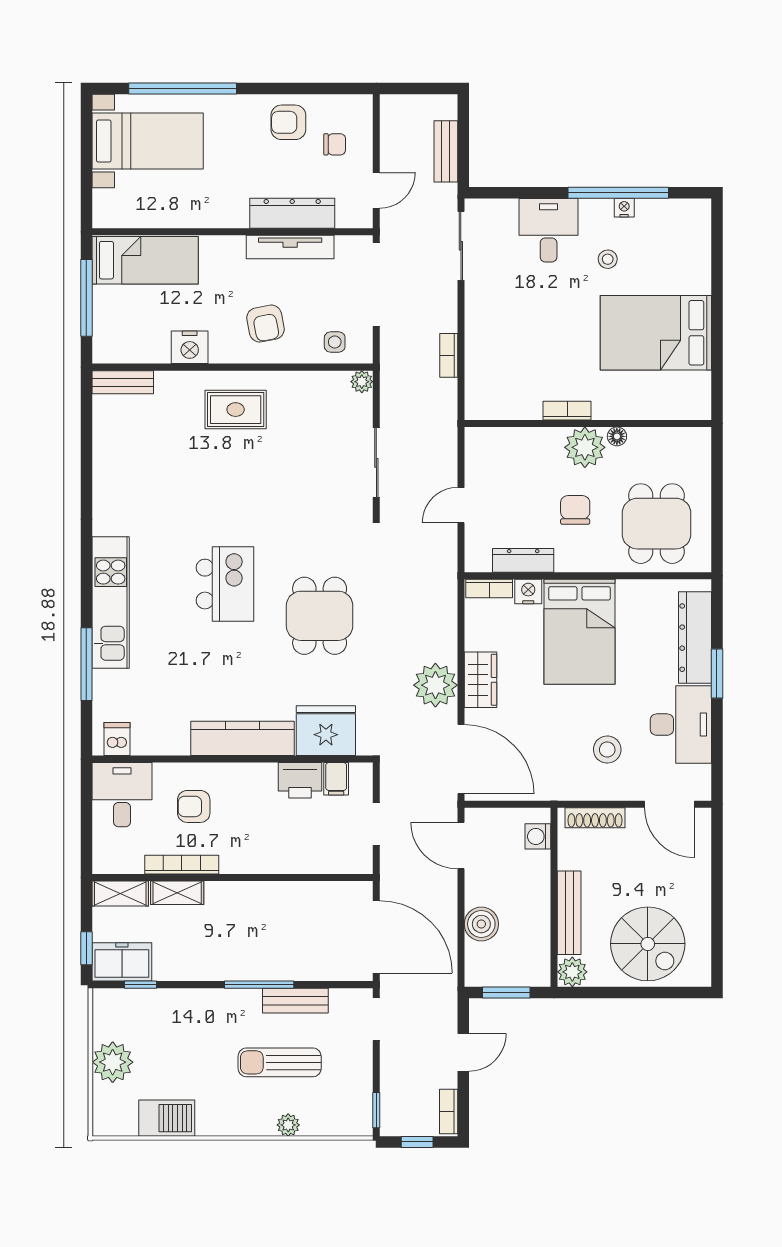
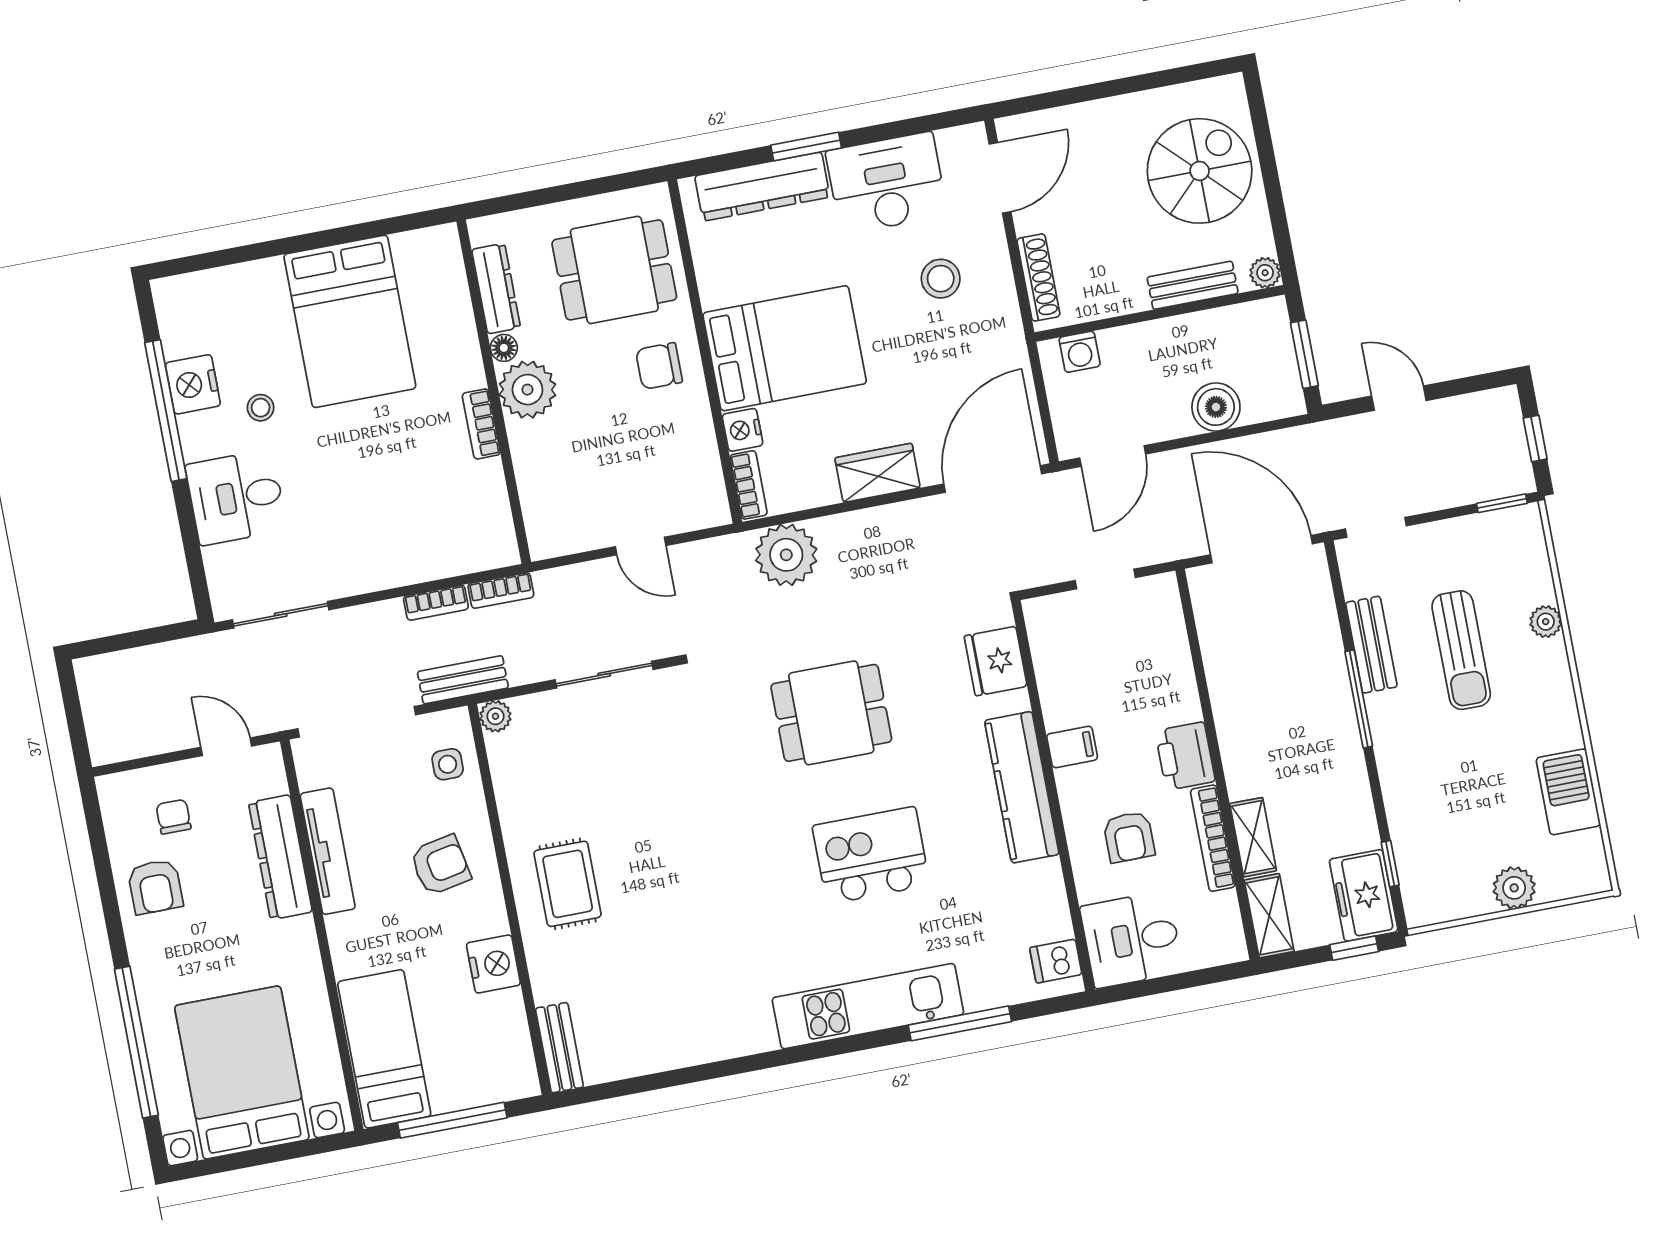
bed with nightstands: (148, 141) -> (242, 1072), width x1.36
bench: (446, 151) -> (463, 680), moved
nightstand: (624, 208) -> (193, 384), width x1.89, depth x1.79
chair: (575, 510) -> (659, 366), moved
dresser: (523, 560) -> (496, 289), moved, turned 180
kitchen island: (225, 584) -> (871, 855), moved
plant: (435, 685) -> (786, 555), moved
fridge: (326, 731) -> (996, 661), width x0.73, depth x0.75
filing cabinet: (336, 779) -> (1072, 747), moved
printer: (300, 780) -> (1185, 756), moved, turned 180
bench: (569, 913) -> (1193, 285), width x0.73
door: (376, 937) -> (1262, 549), hinge flipped
plant: (572, 972) -> (1265, 273), width x0.73, depth x0.73
plant: (113, 1062) -> (1514, 888), width x0.73, depth x0.73
bookcase: (449, 1111) -> (501, 591), moved

